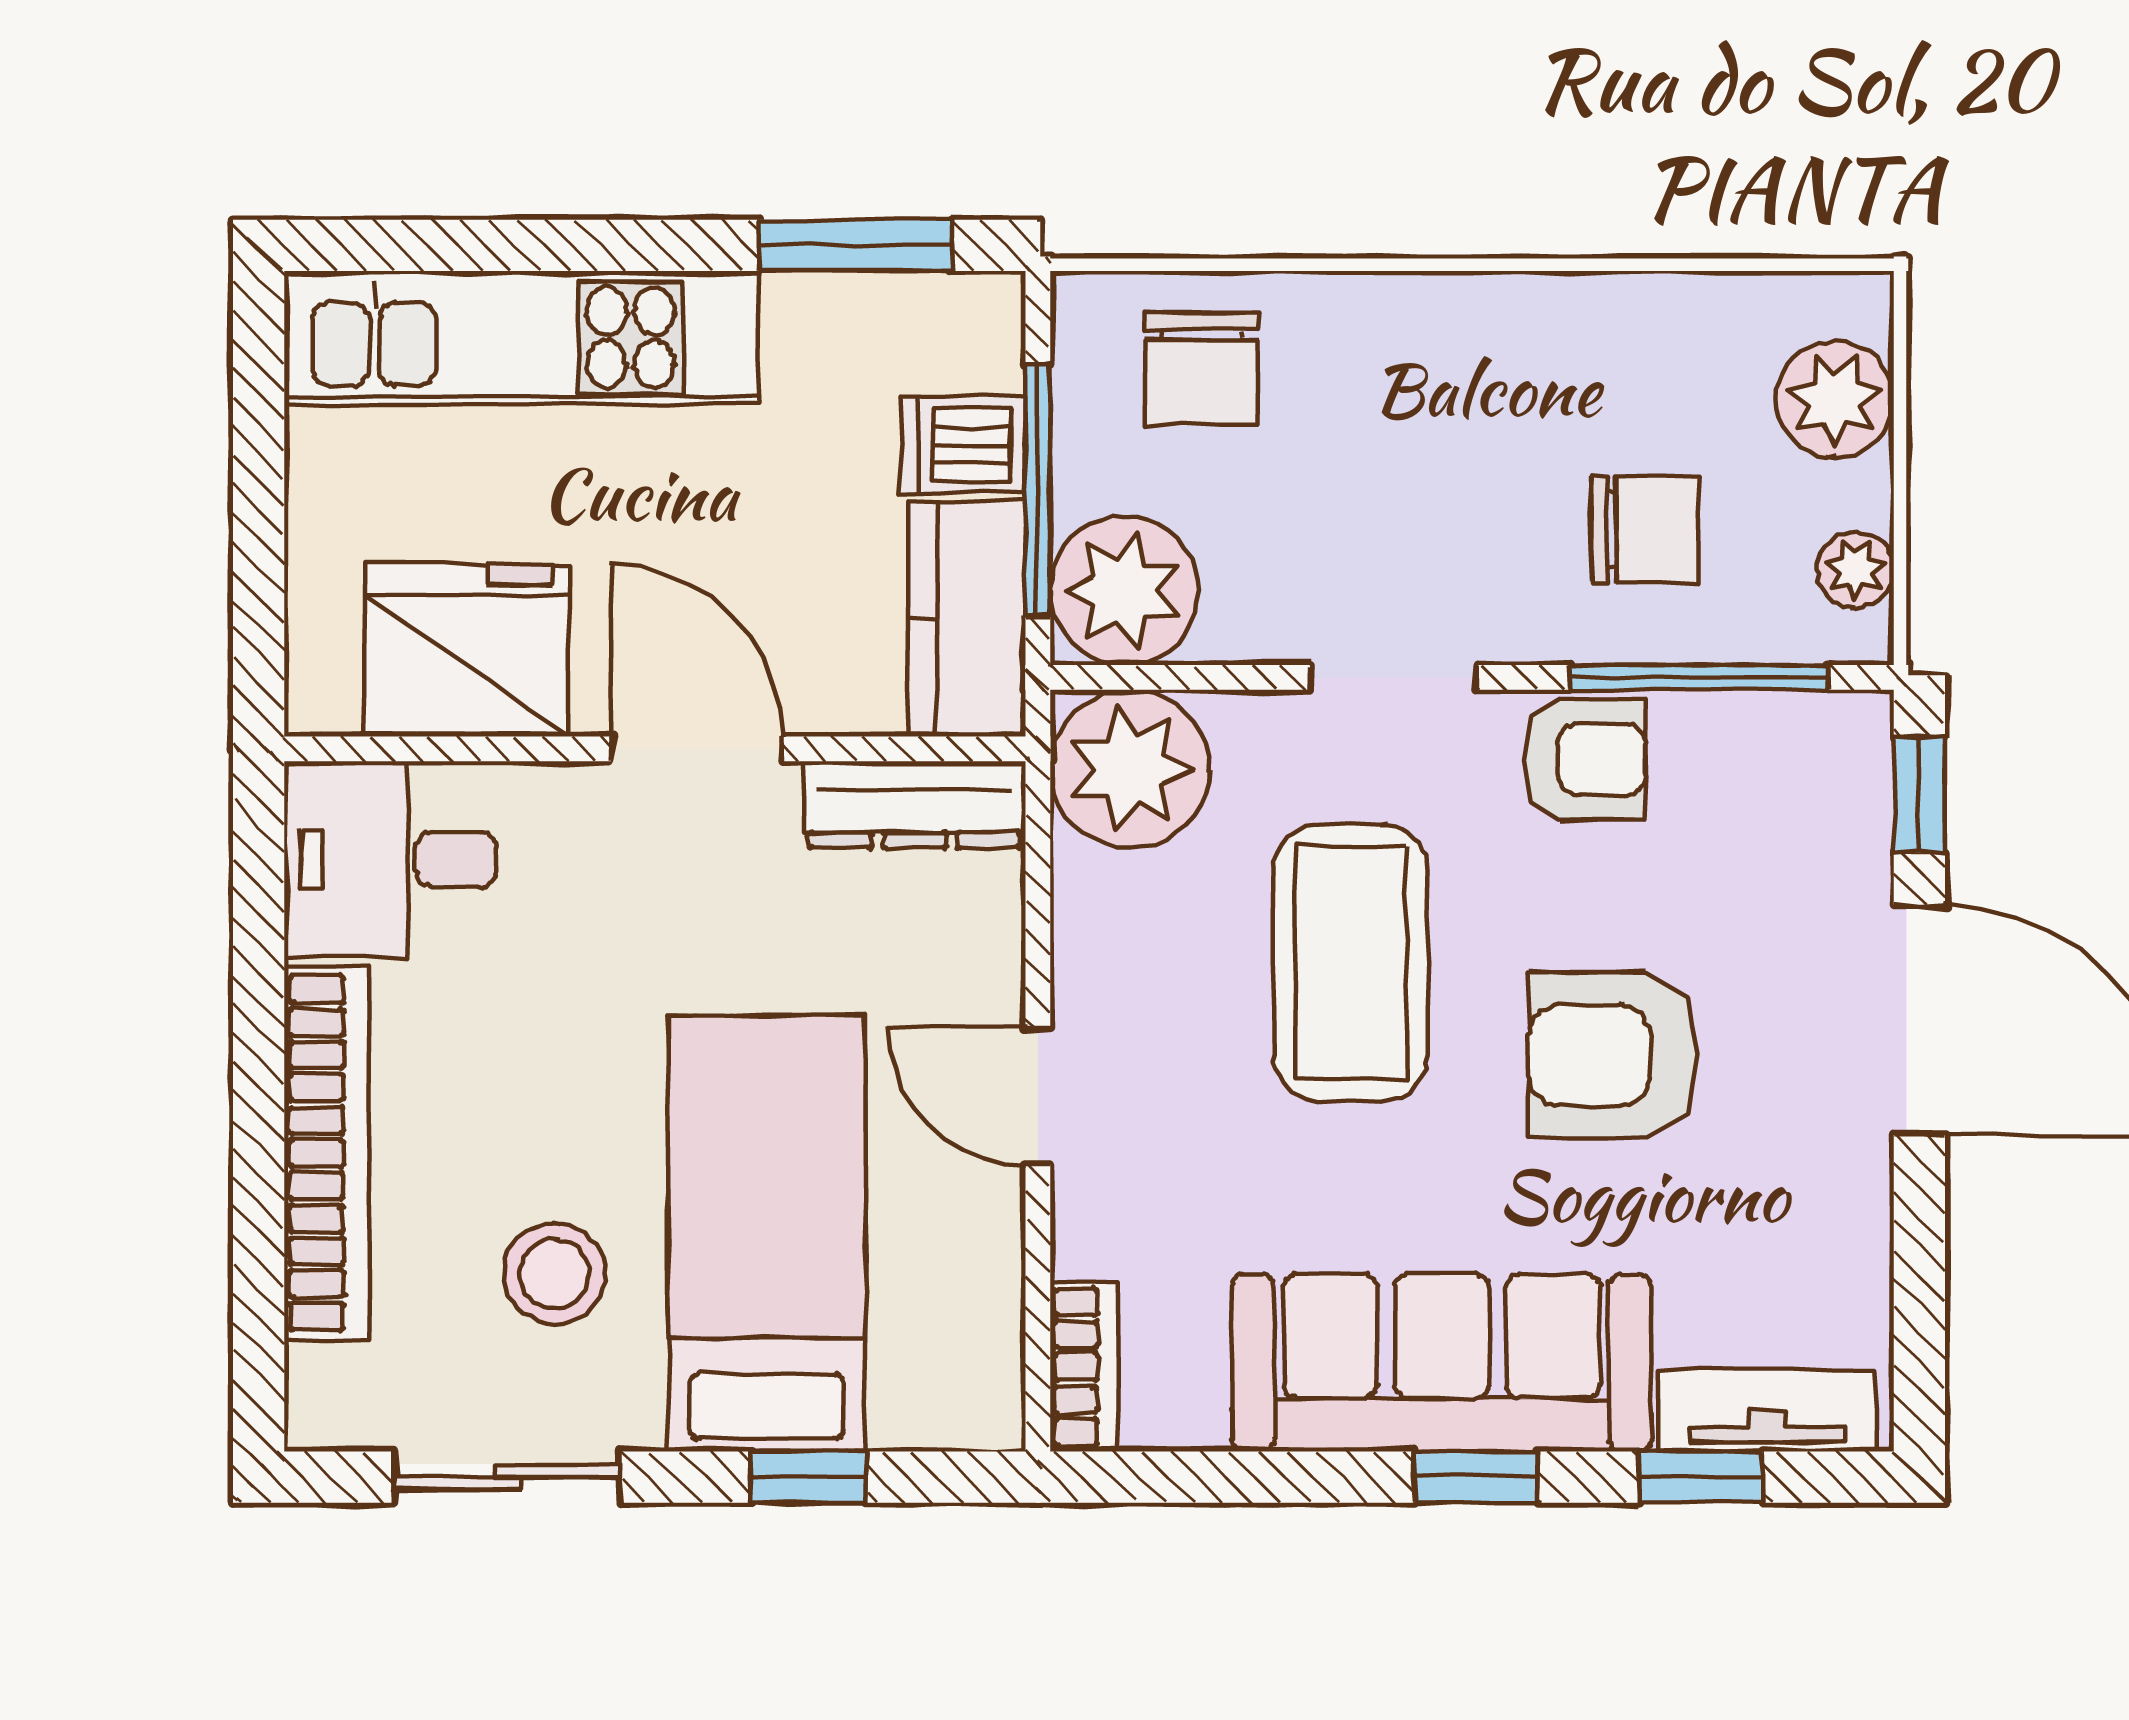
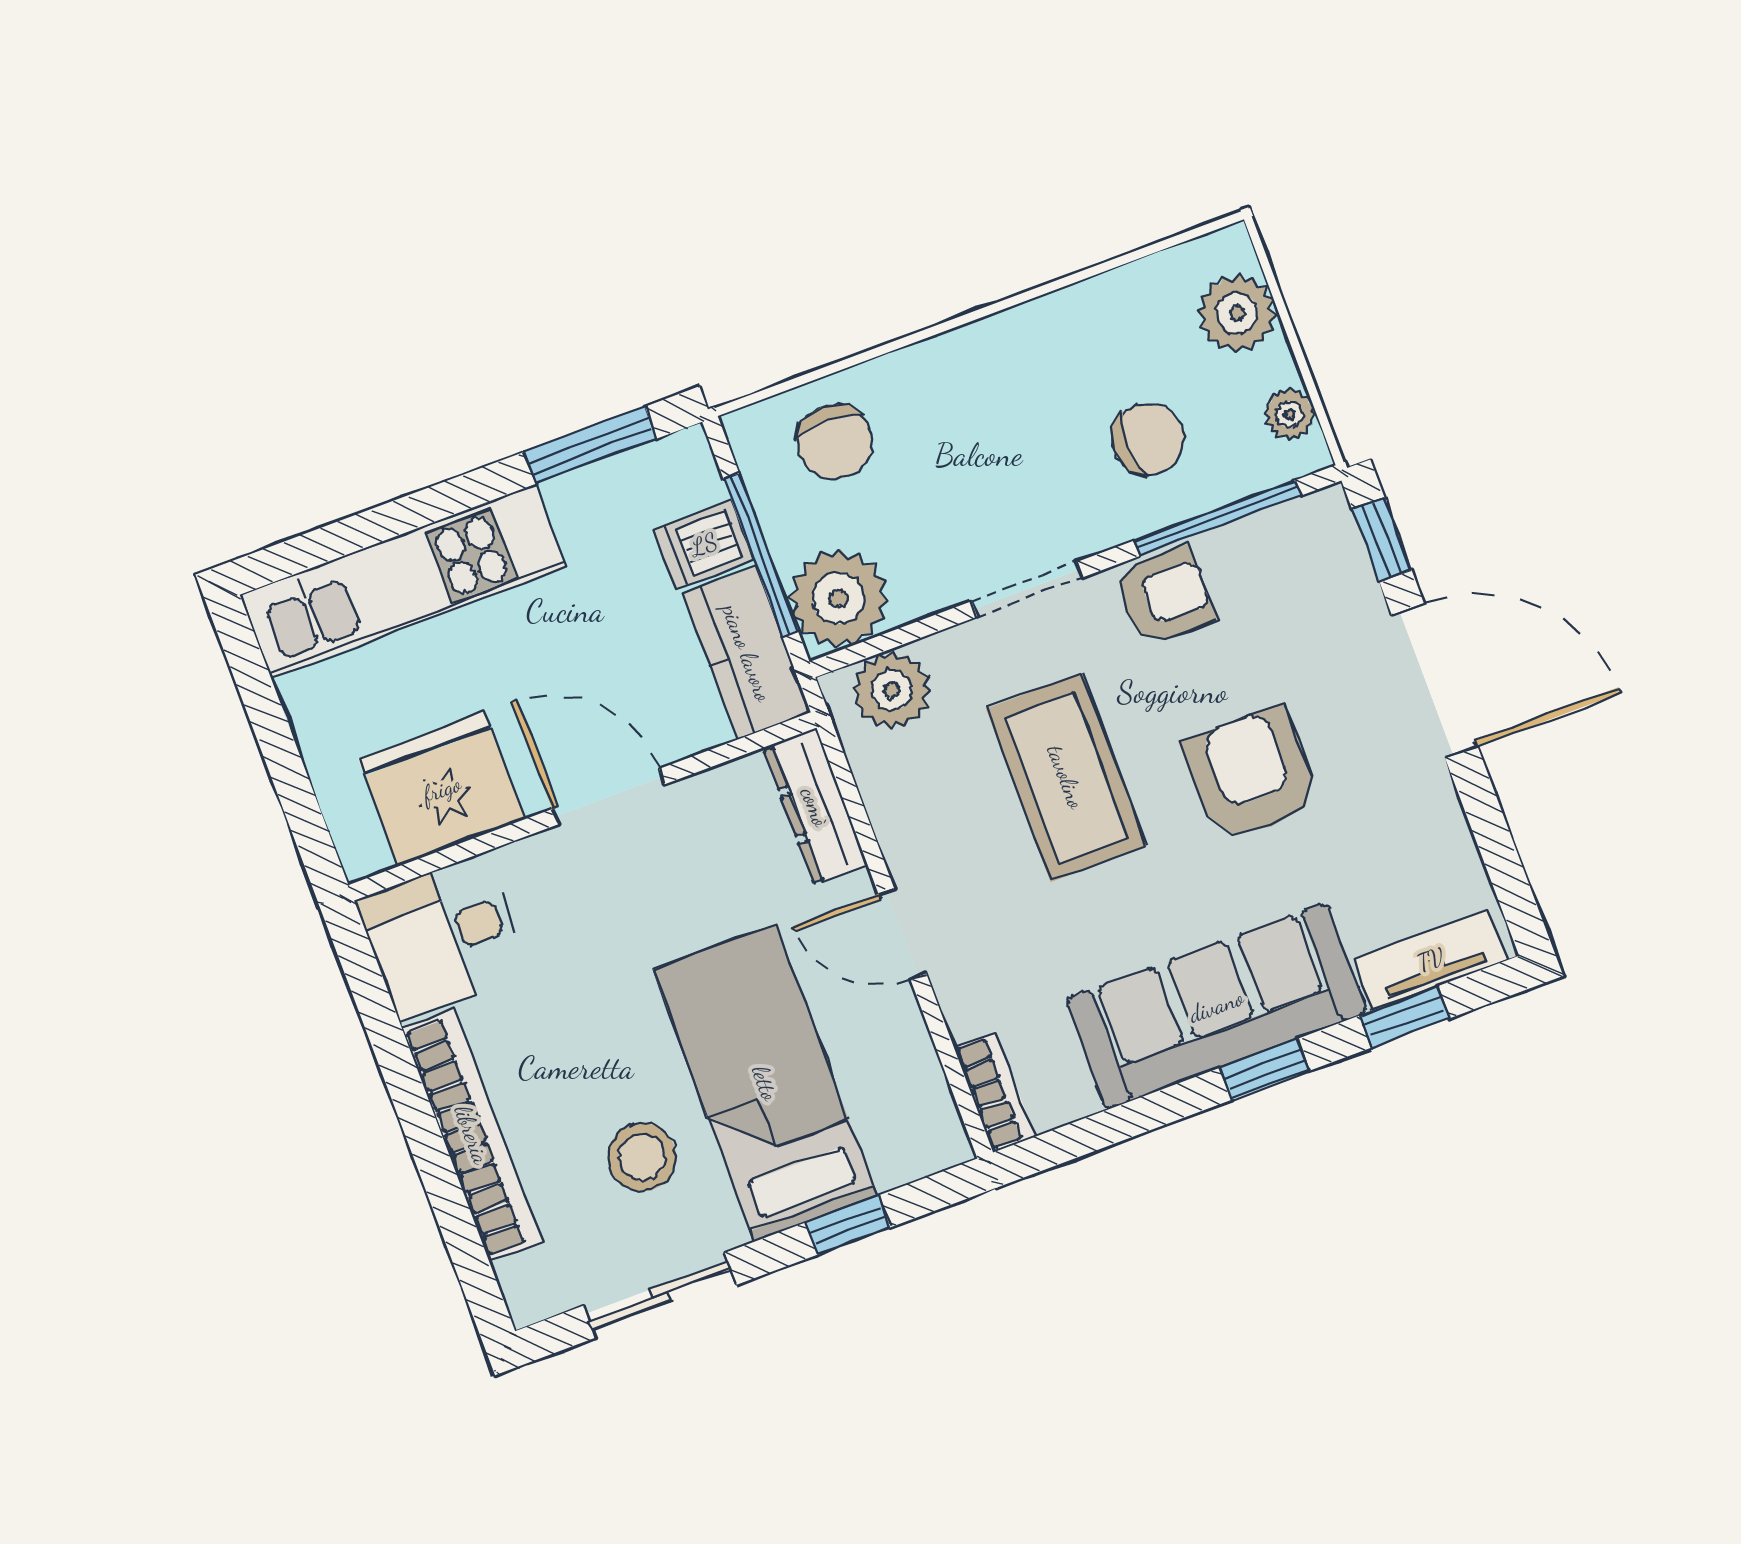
plant: (1130, 769) -> (892, 690), width x0.73, depth x0.73
dresser: (915, 805) -> (815, 807), moved, turned 90
armchair: (1613, 1056) -> (1252, 774), turned 90

